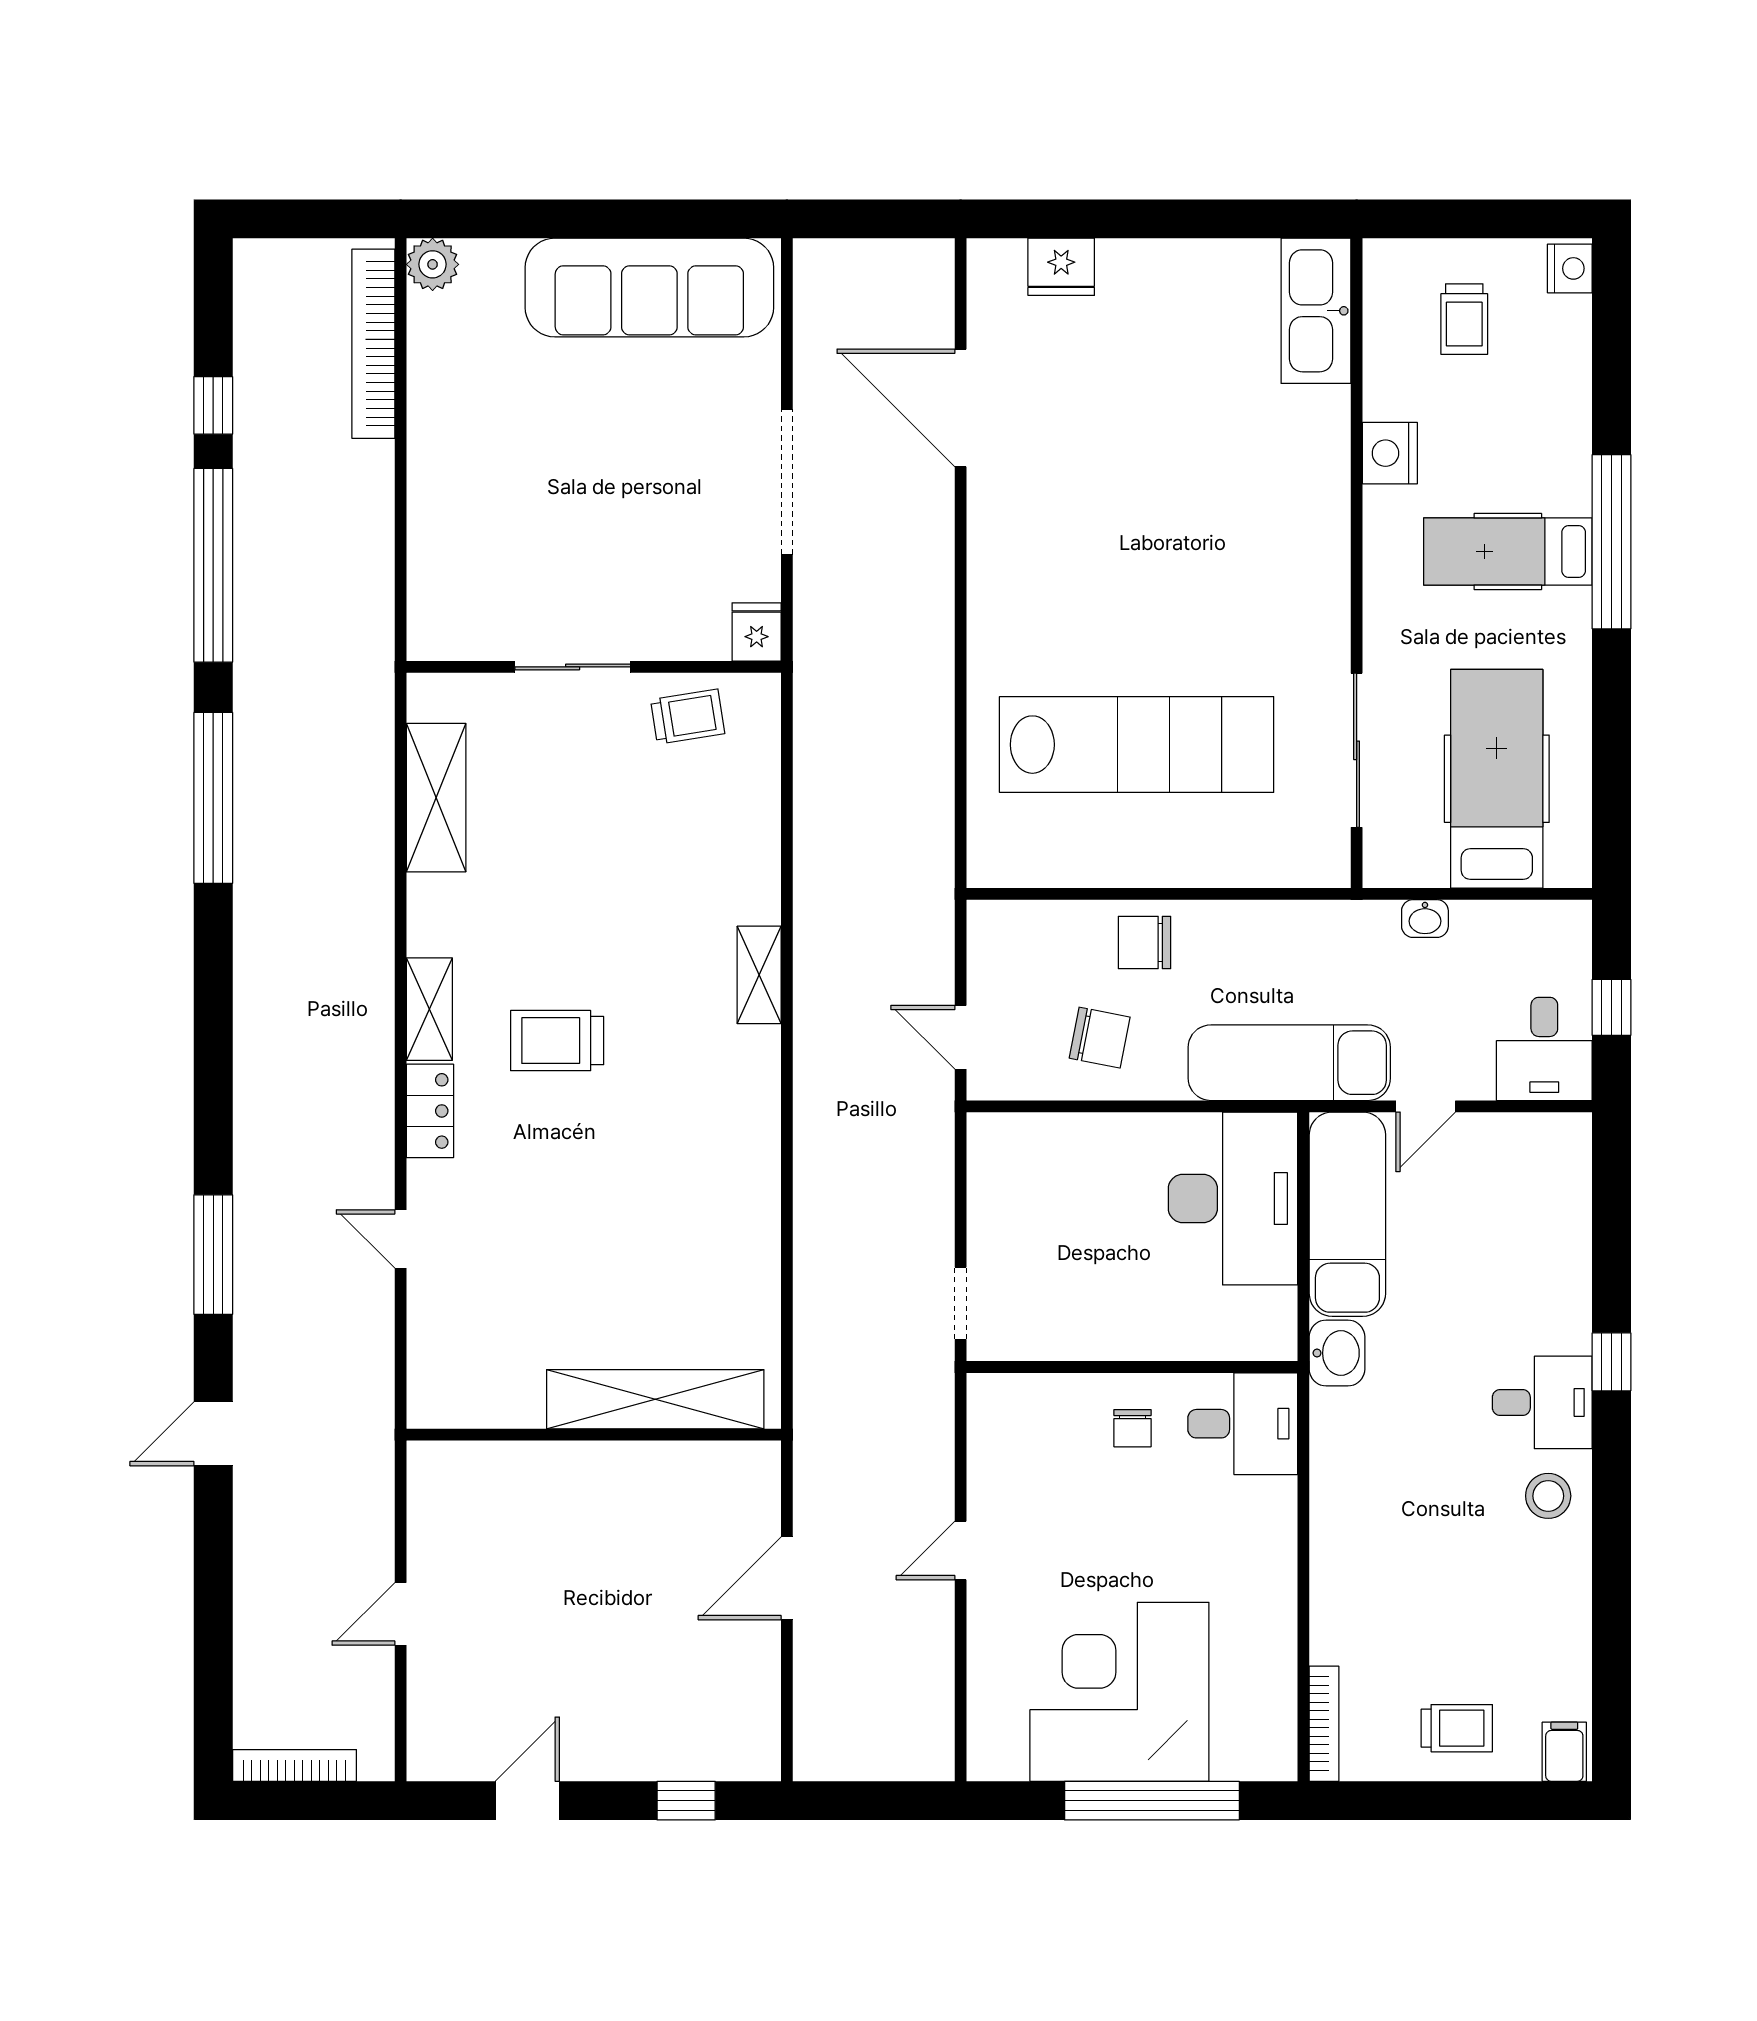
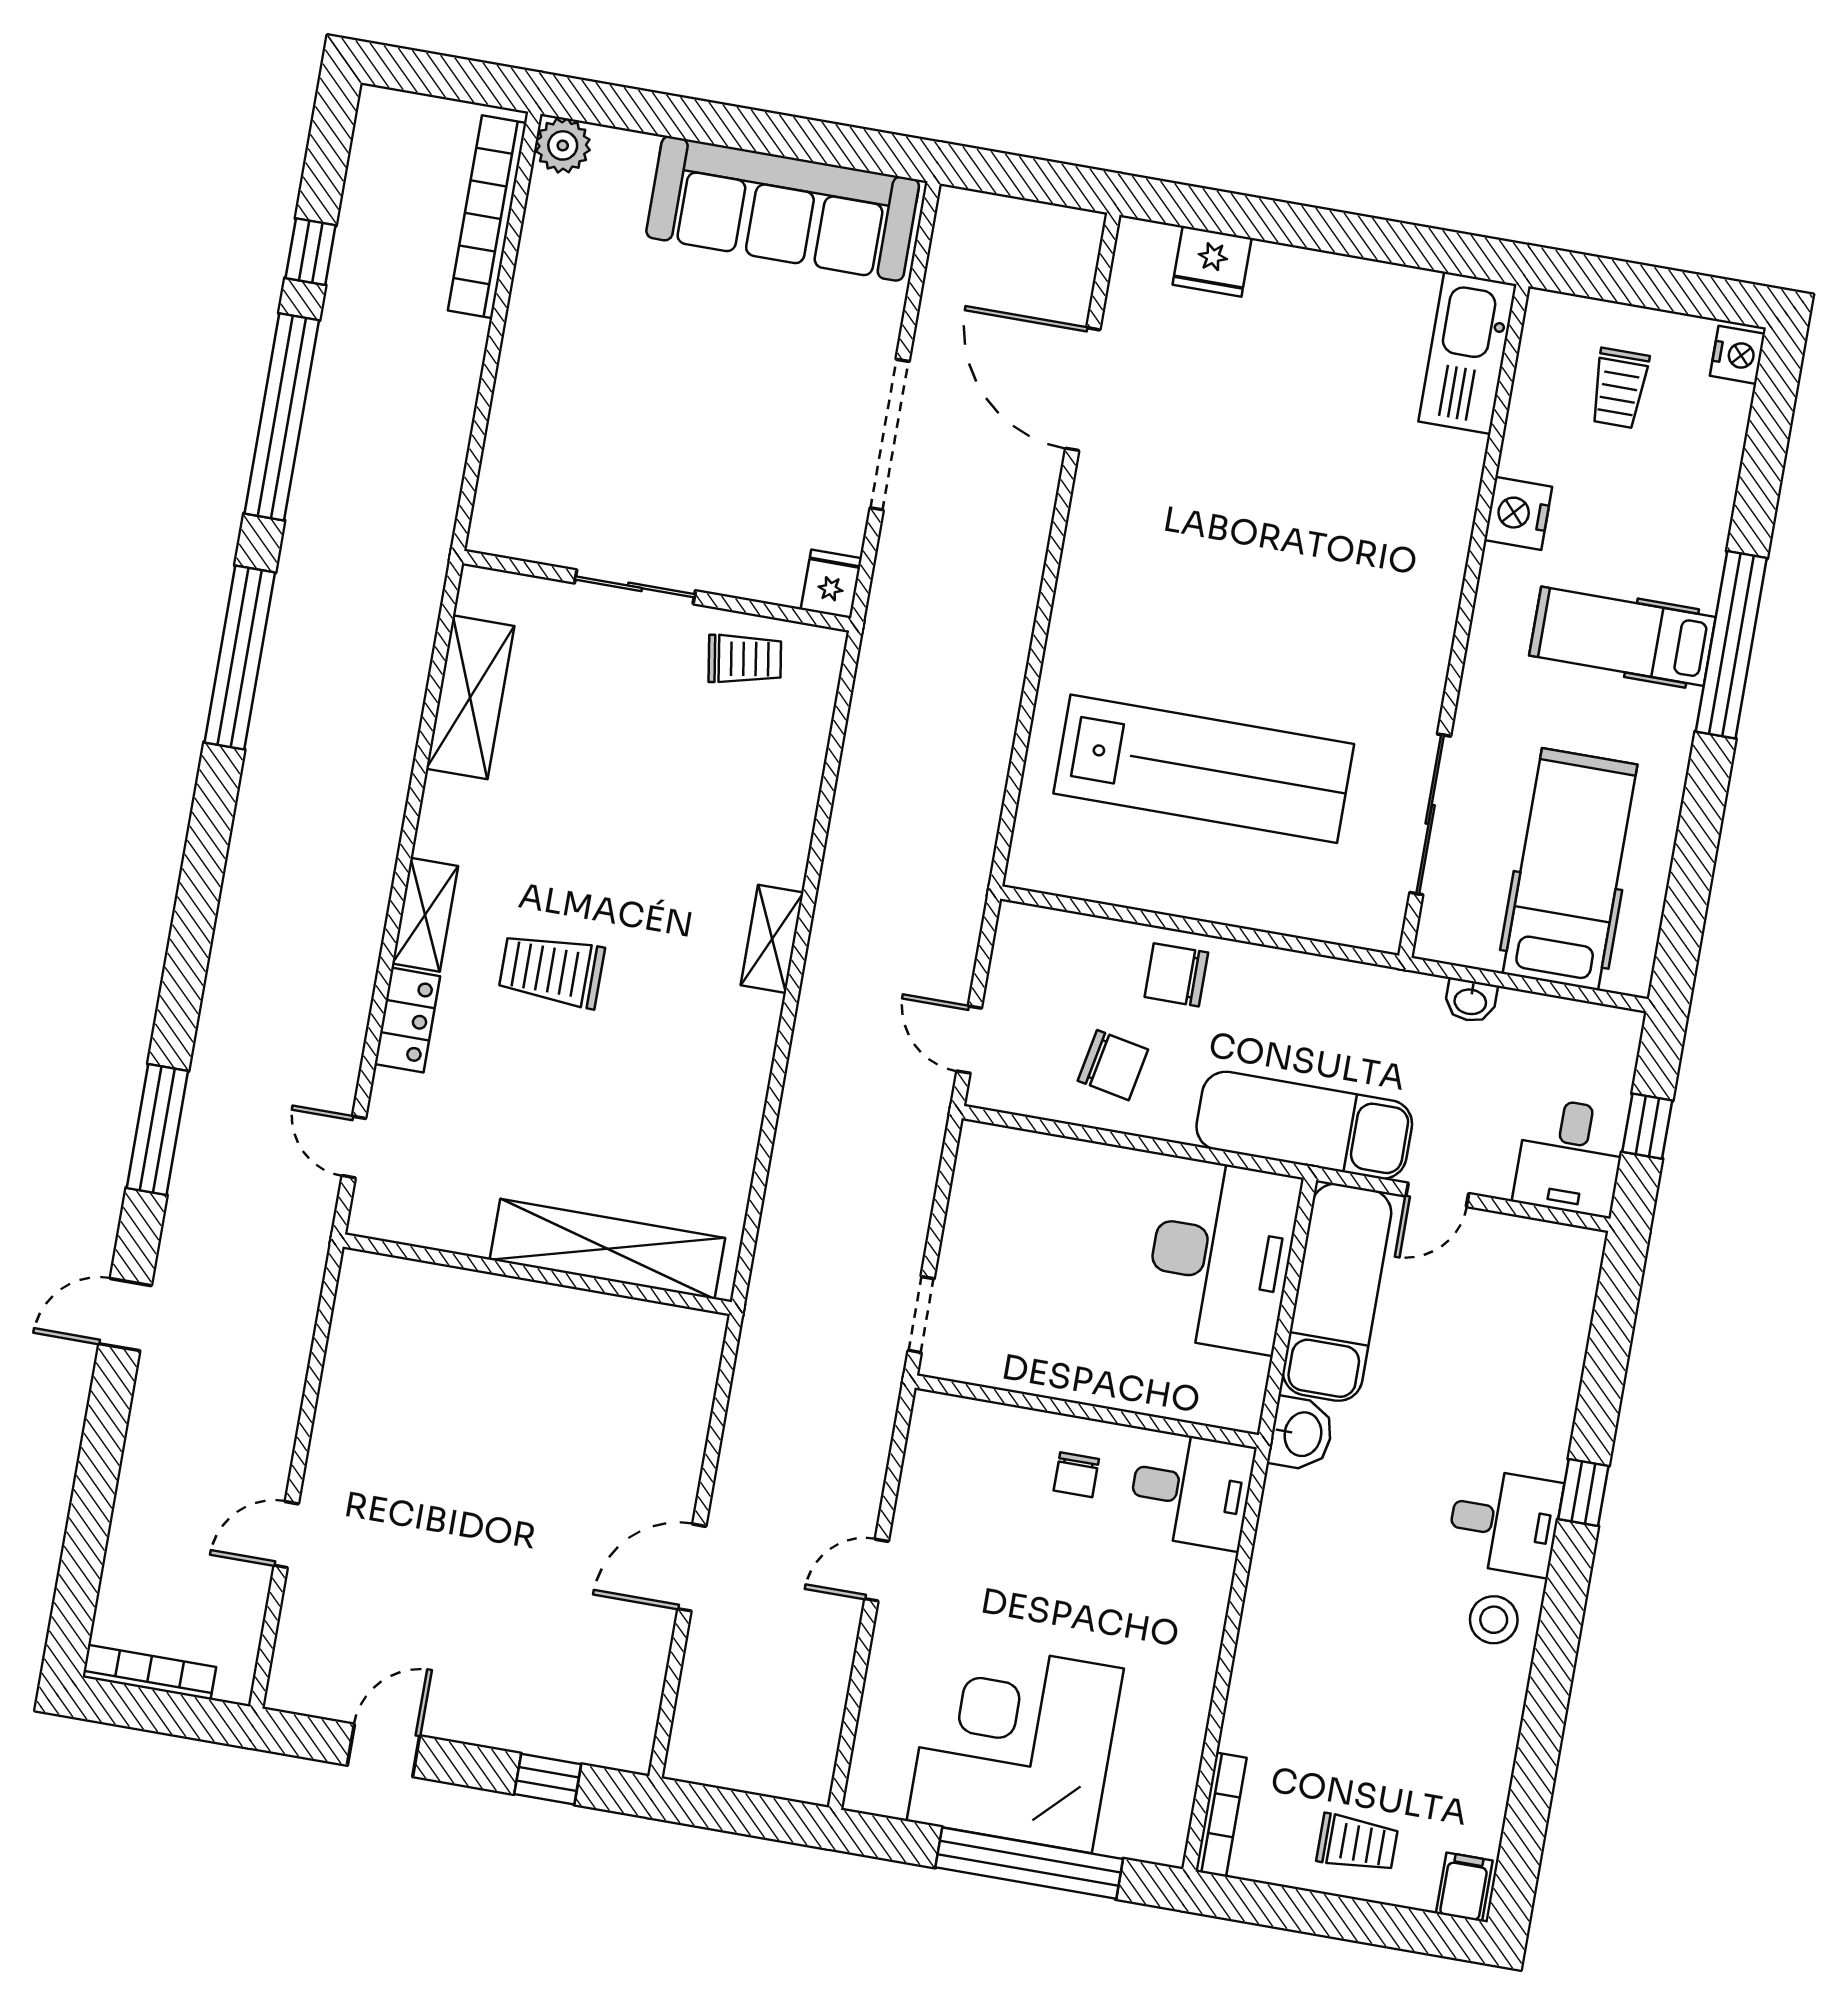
shelving: (655, 1399) -> (607, 1249), moved
wall: (594, 1435) -> (537, 1274), moved

